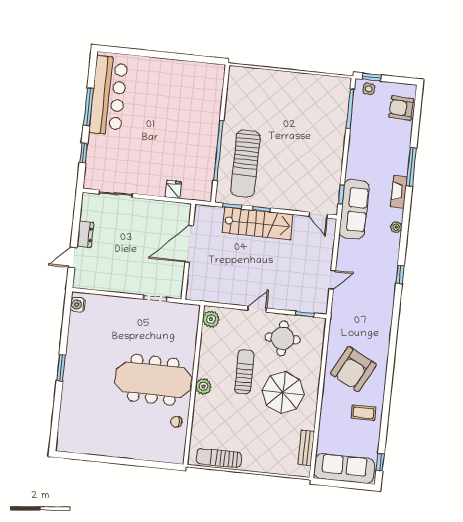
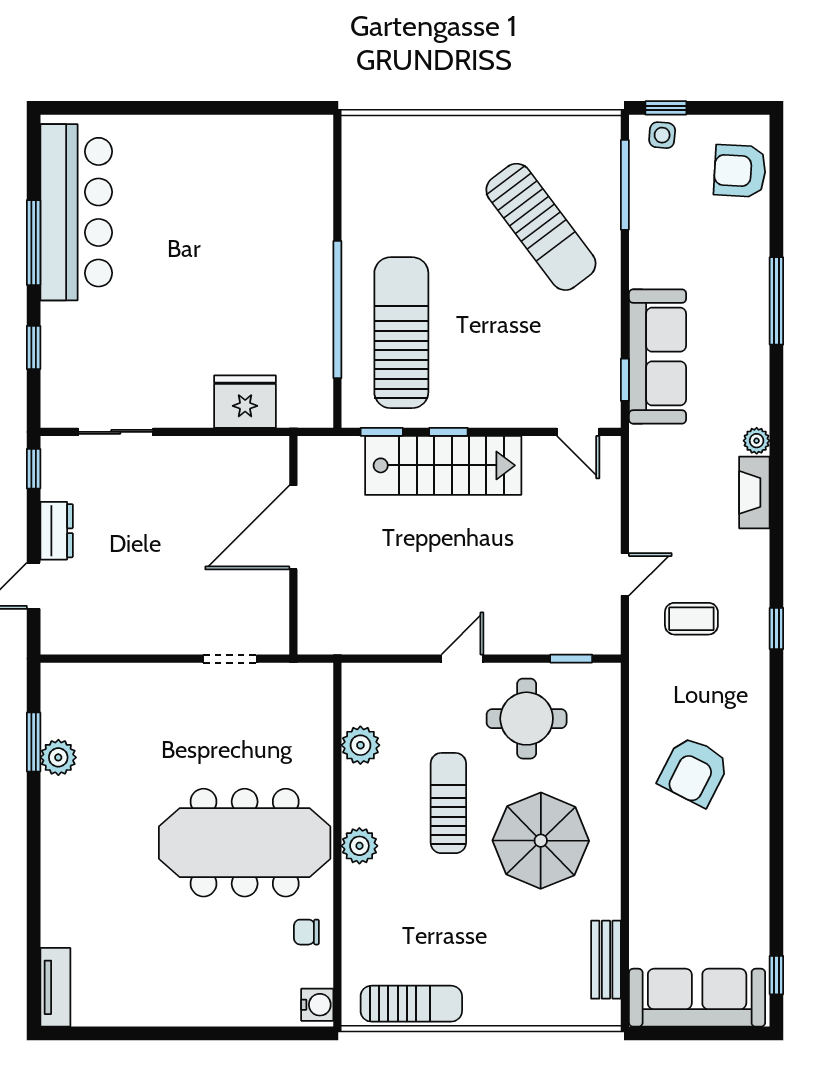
sun lounger: (311, 123) -> (541, 227), added
sun lounger: (245, 163) -> (401, 333), turned 180
fridge: (173, 189) -> (245, 402), width x1.88, depth x1.34
fireplace: (399, 192) -> (754, 492), moved
window: (78, 206) -> (34, 469), added
sofa: (354, 209) -> (658, 356), moved
window: (400, 275) -> (776, 629), moved
water cooler: (78, 305) -> (317, 1005), moved, turned 180
plant: (211, 319) -> (360, 745), moved
plant: (75, 334) -> (58, 757), added
window: (61, 368) -> (34, 742), moved
armchair: (353, 369) -> (694, 771), width x0.73, depth x0.73
coffee table: (364, 413) -> (691, 619), moved
tv unit: (64, 434) -> (55, 987), added
sun lounger: (219, 458) -> (411, 1004), turned 180

